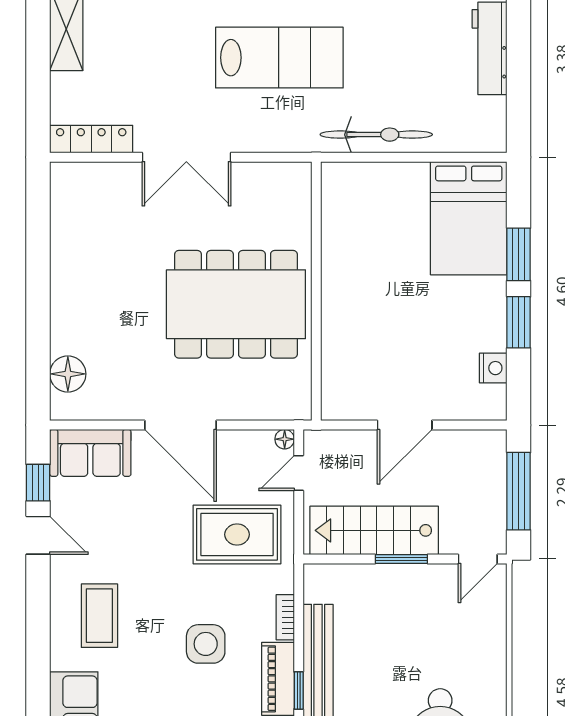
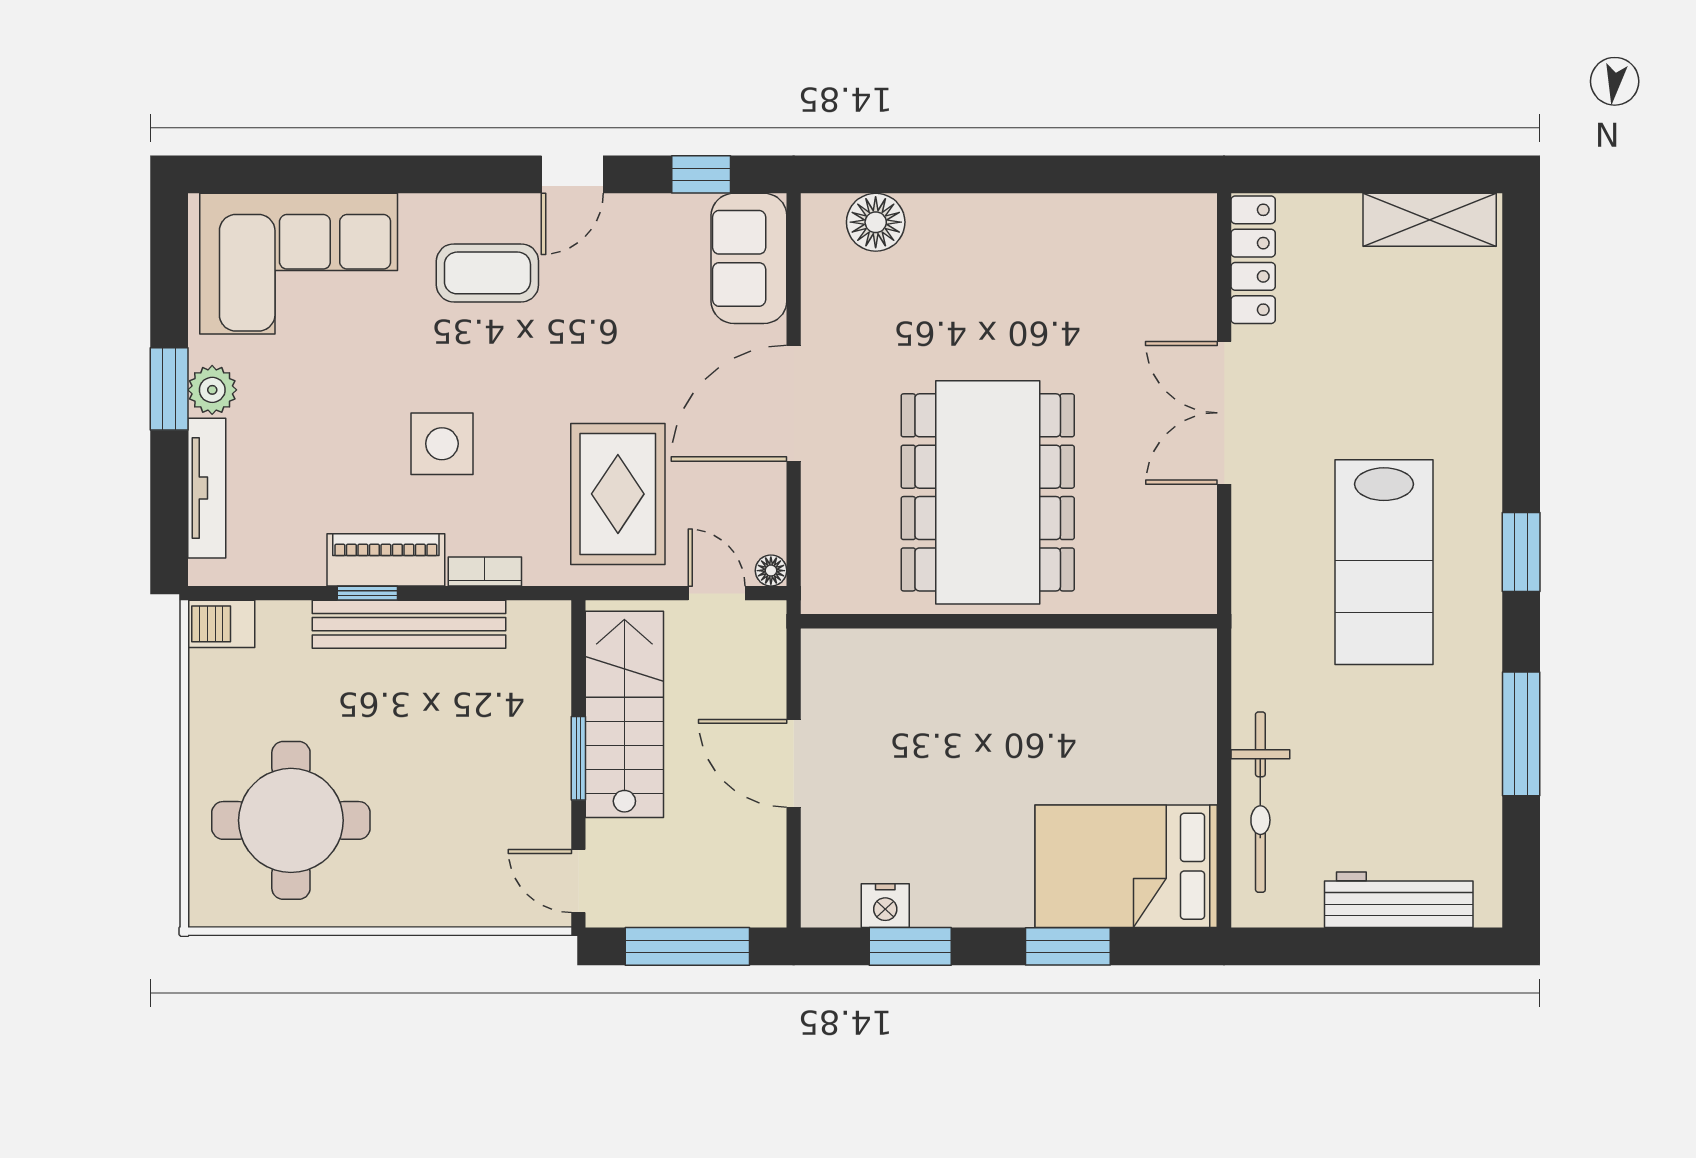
bicycle: (376, 135) -> (1260, 802), moved
window: (519, 322) -> (910, 946), moved
door: (38, 535) -> (572, 174), moved

